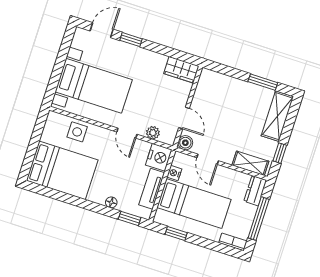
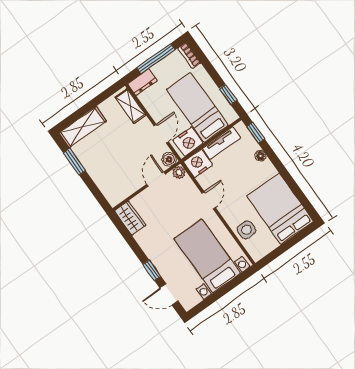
plant: (153, 133) -> (179, 173), moved
window: (280, 153) -> (102, 97), removed
nightstand: (174, 173) -> (188, 142), width x1.89, depth x1.79

